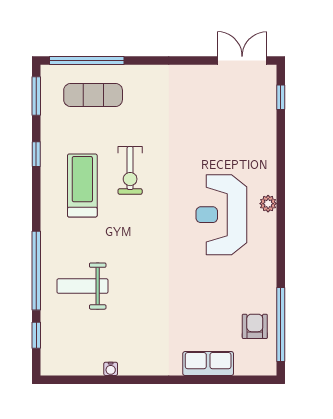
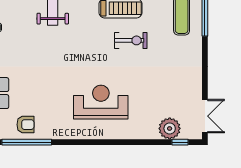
exercise bike: (130, 170) -> (131, 40), turned 180
plant: (268, 204) -> (170, 128), moved, width x1.87, depth x1.87

